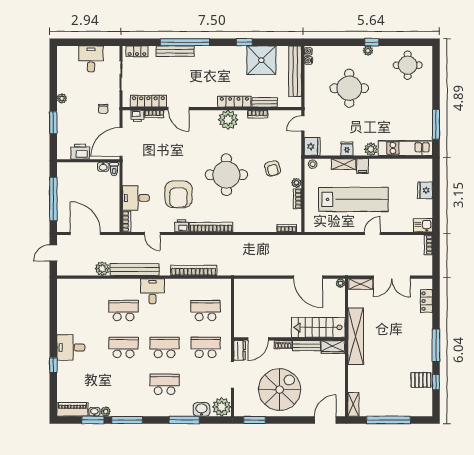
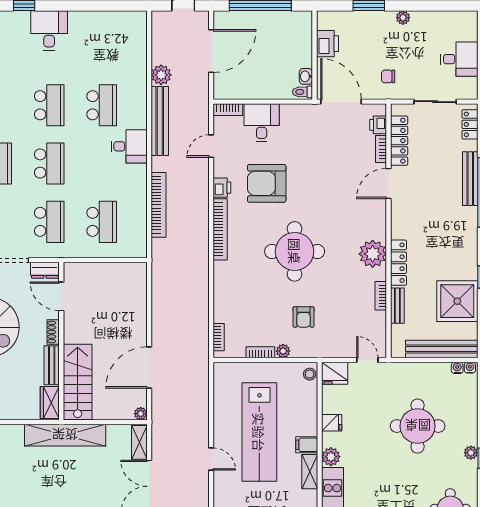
shelving: (344, 164) -> (310, 472), moved
armchair: (272, 168) -> (304, 317), turned -76

